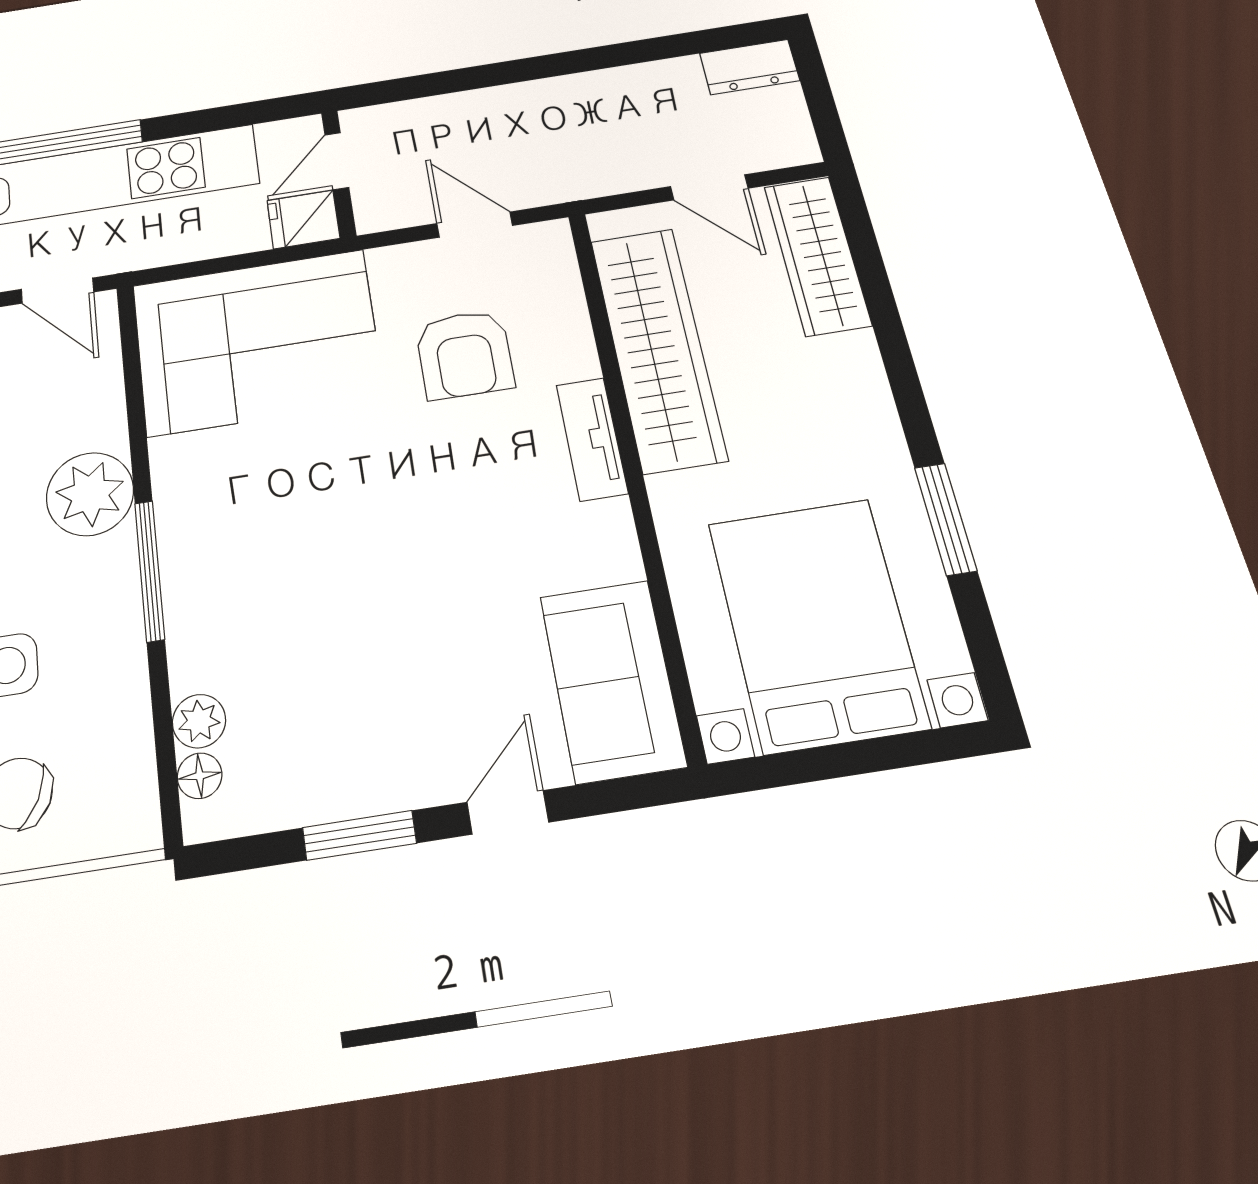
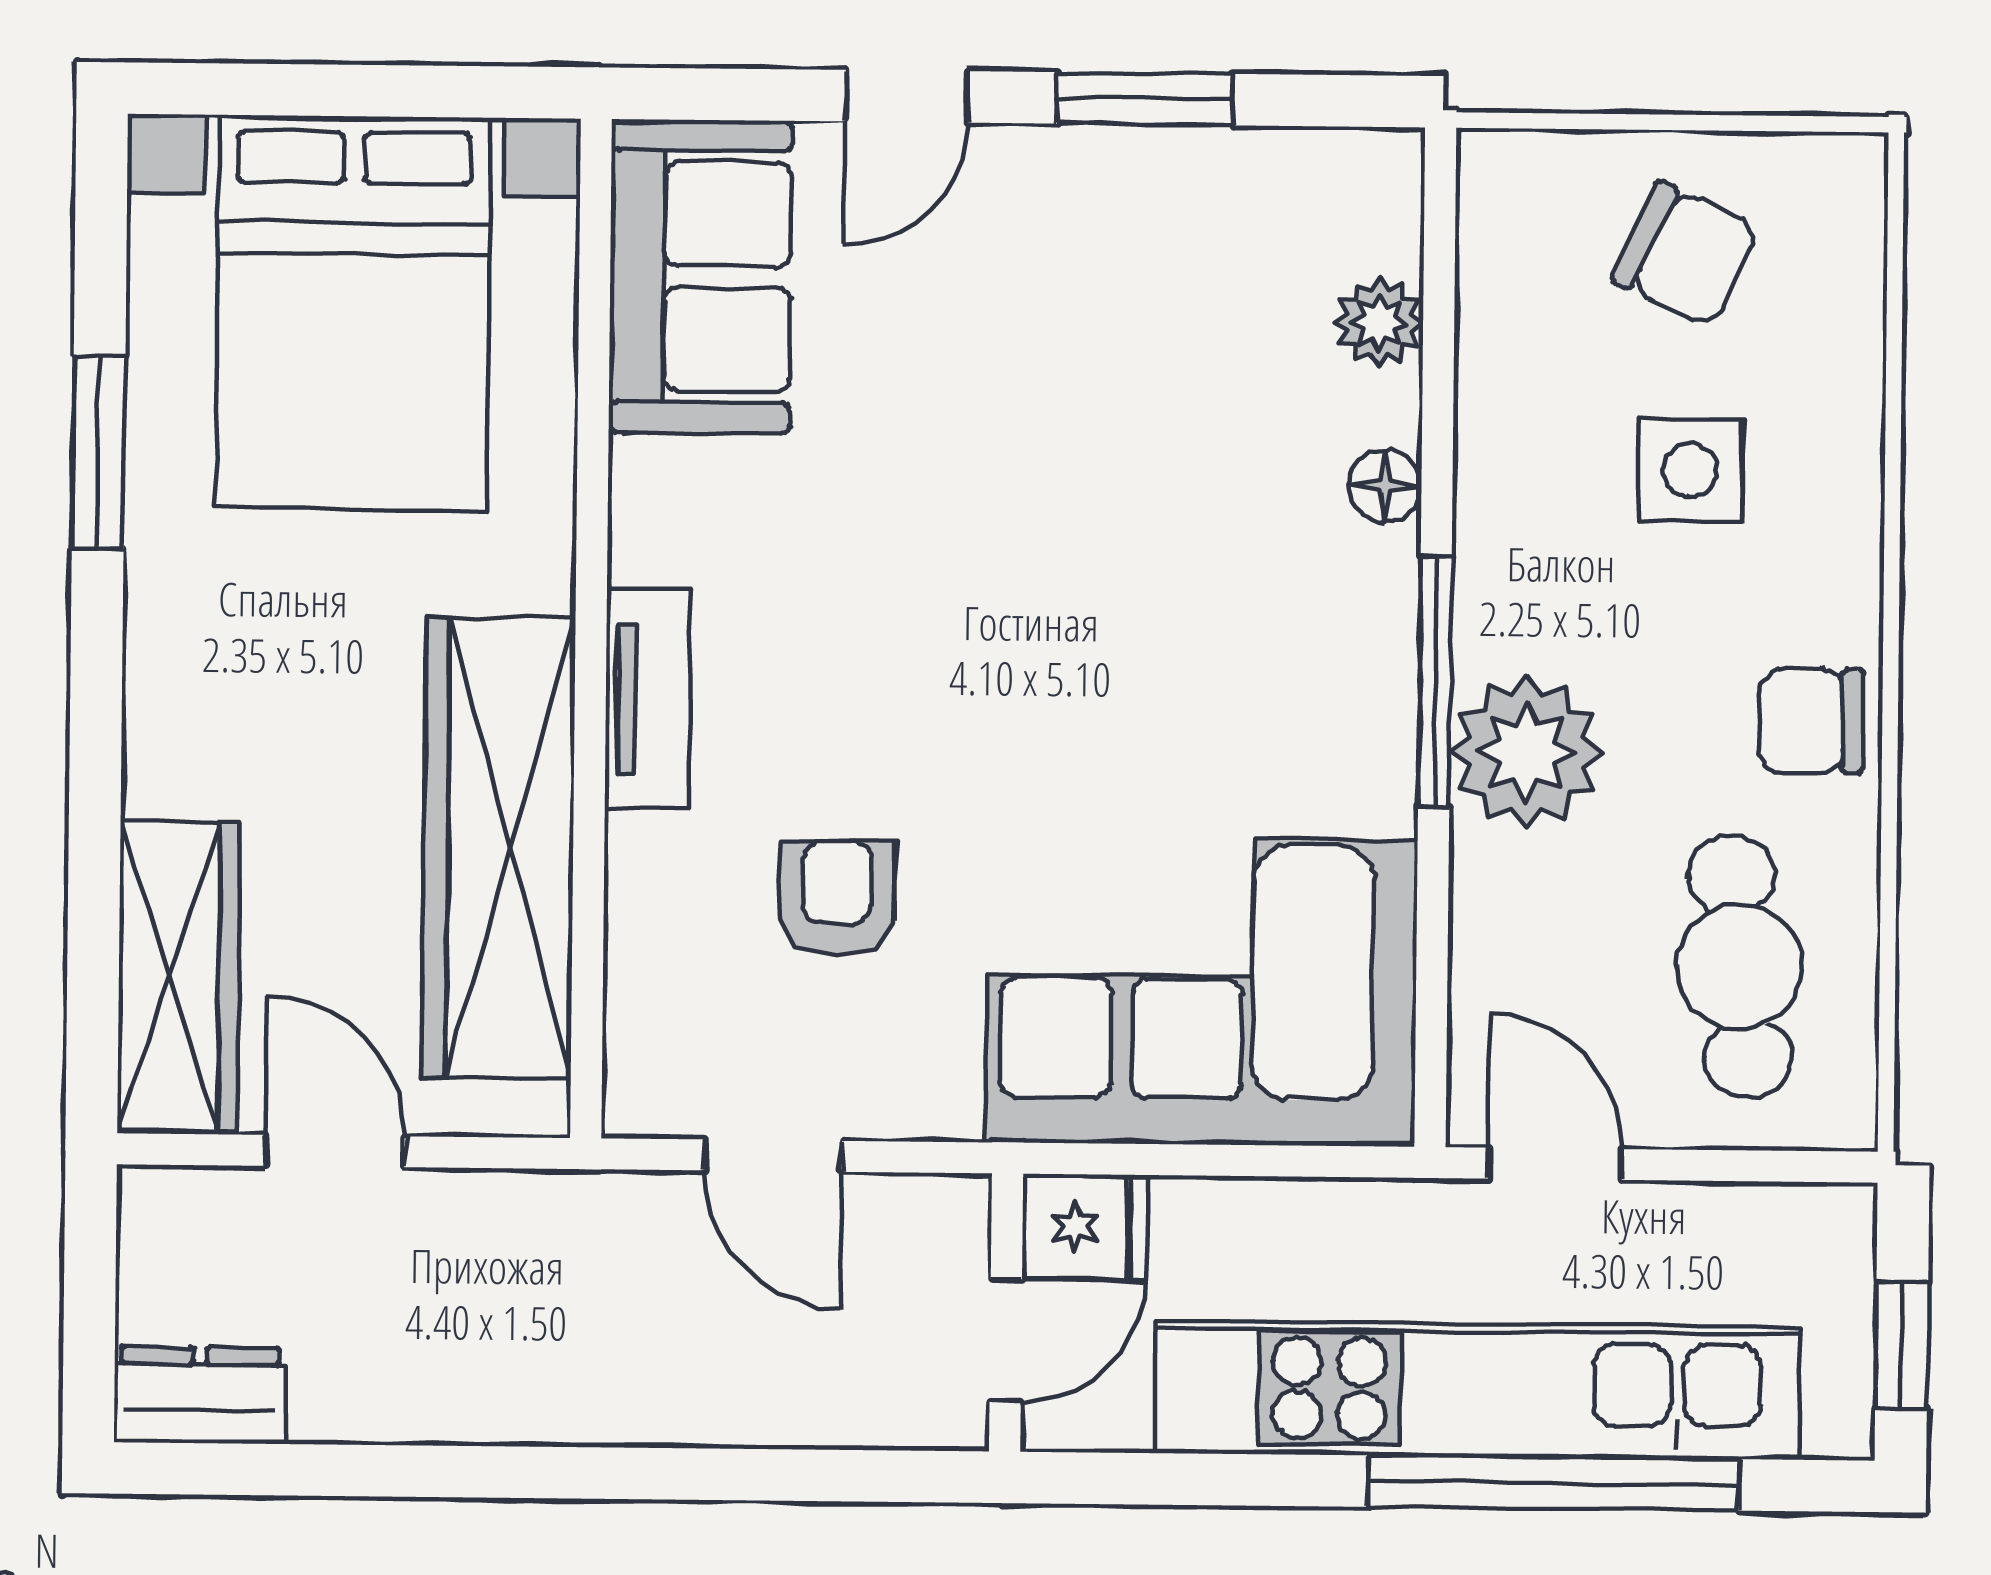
armchair: (465, 354) -> (837, 898), width x0.72, depth x0.72
window: (150, 571) -> (1435, 681), moved
floor lamp: (200, 776) -> (1385, 486), moved

